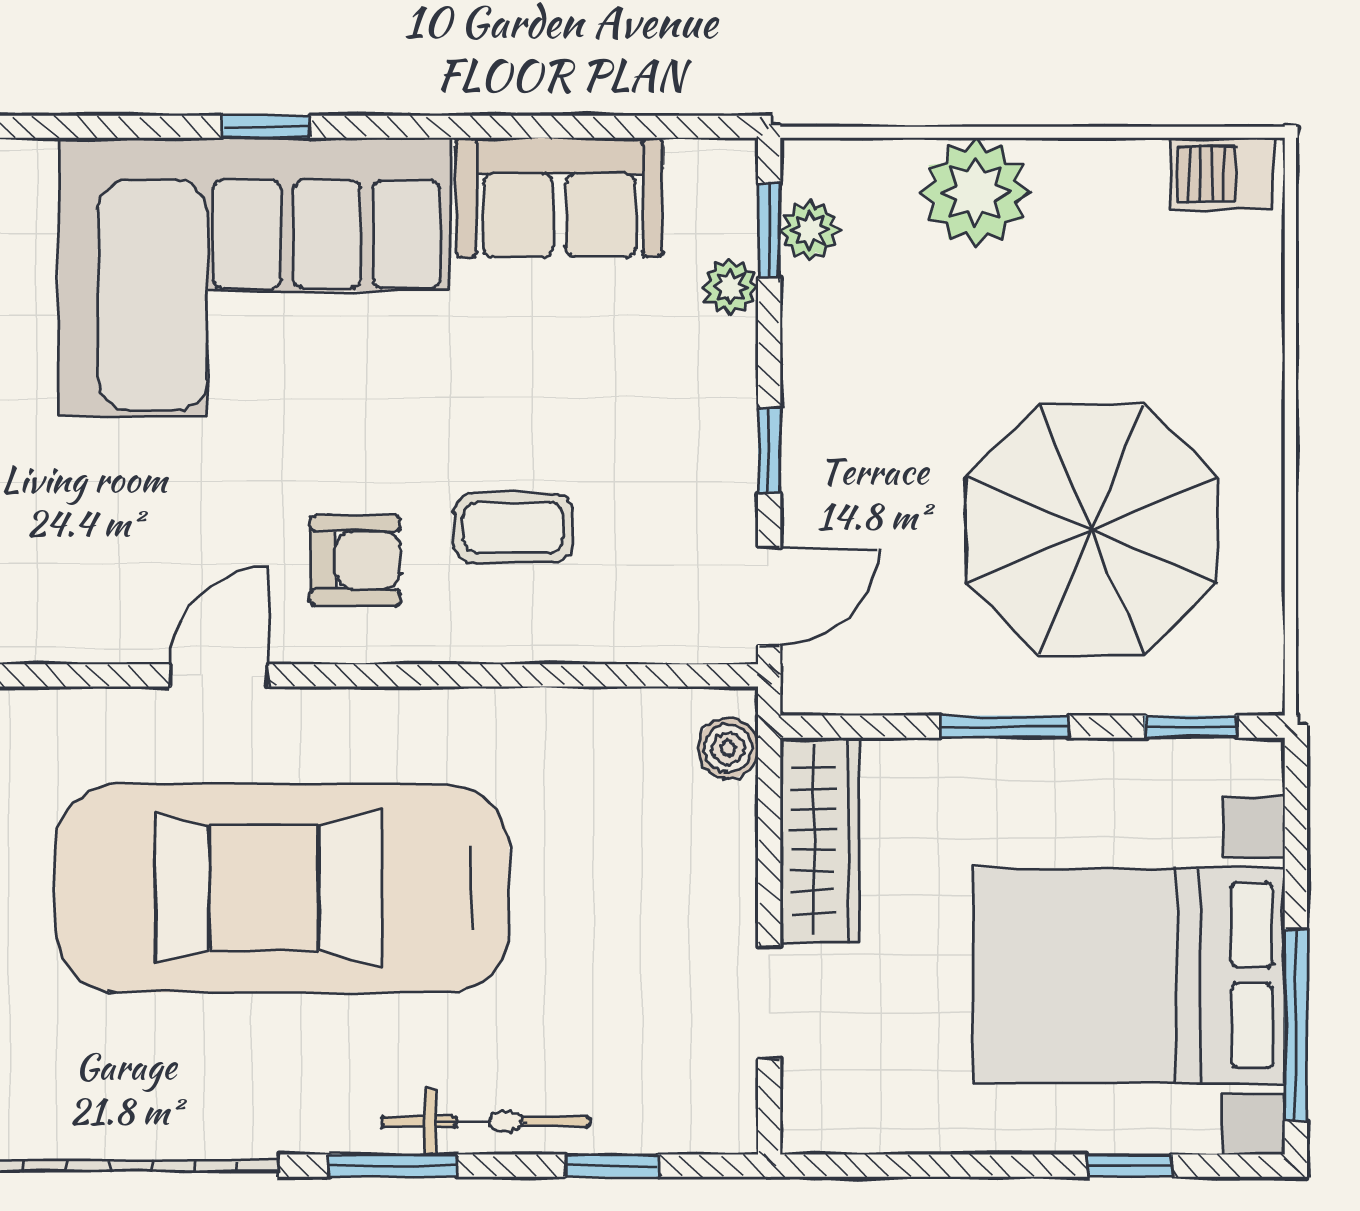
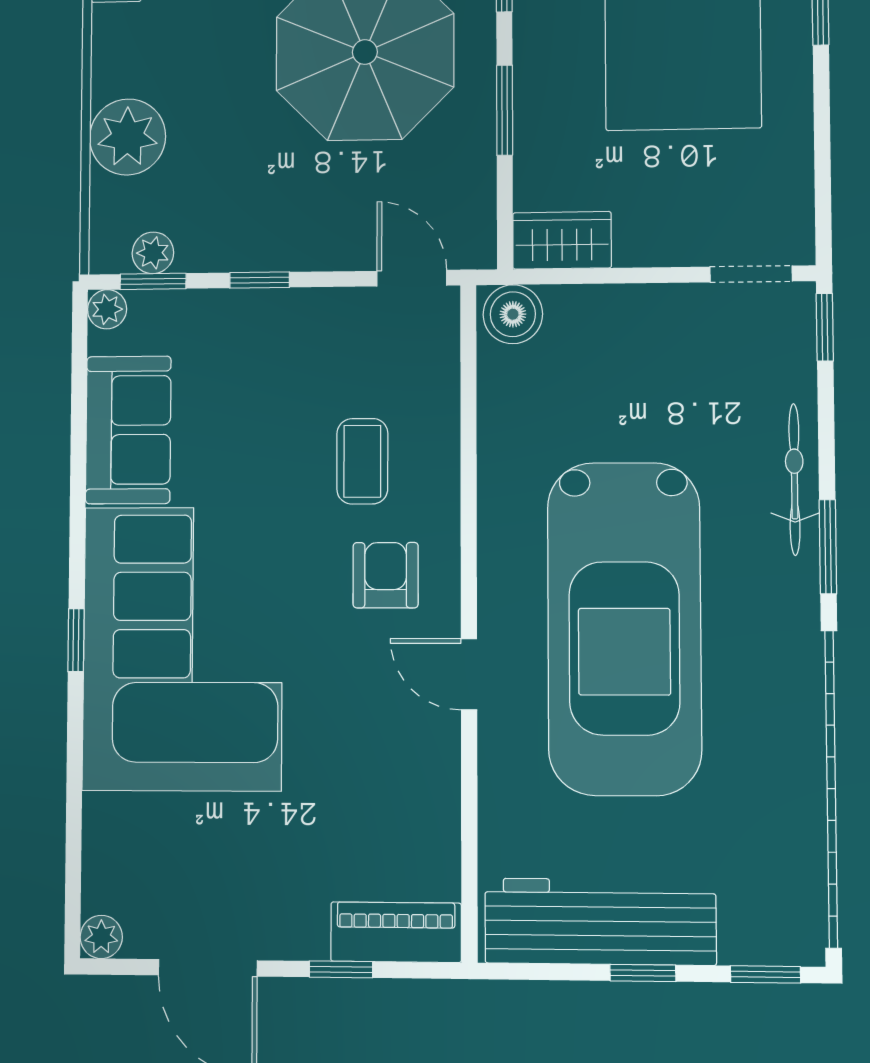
plant: (730, 287) -> (107, 309), moved
window: (769, 451) -> (260, 280), moved
boiler: (728, 748) -> (513, 314), width x1.36, depth x1.36
wardrobe: (820, 840) -> (562, 240), width x0.67
doorway: (769, 1003) -> (751, 274), moved
window: (612, 1166) -> (825, 327), moved

